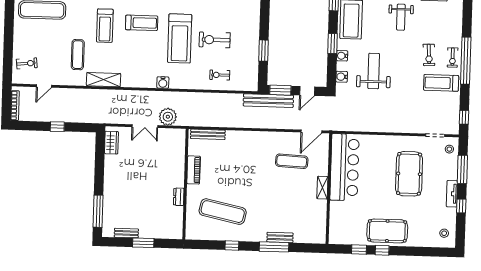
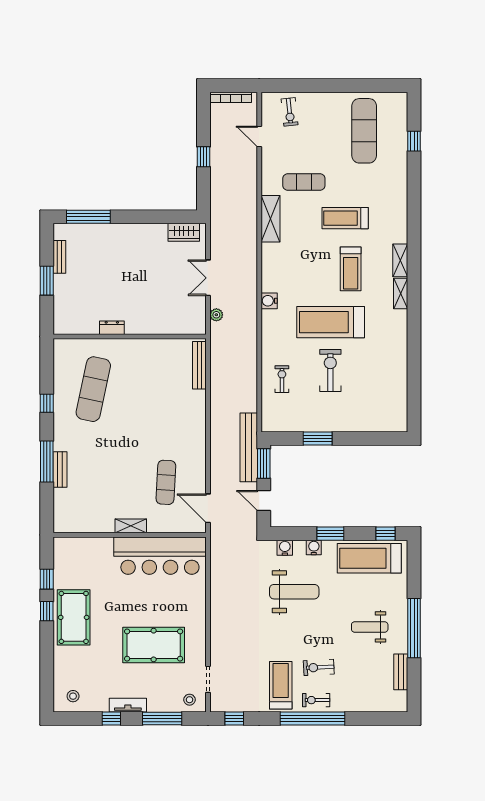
plant: (168, 117) -> (216, 315), width x0.53, depth x0.53
piano: (194, 170) -> (150, 347), removed

